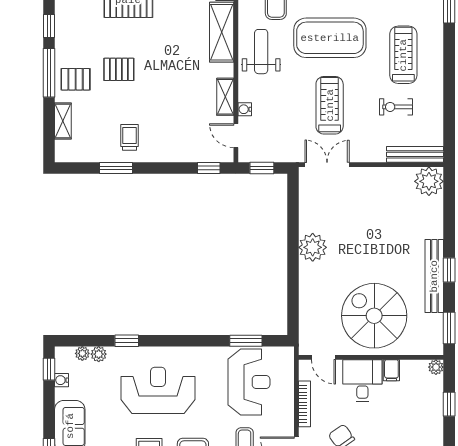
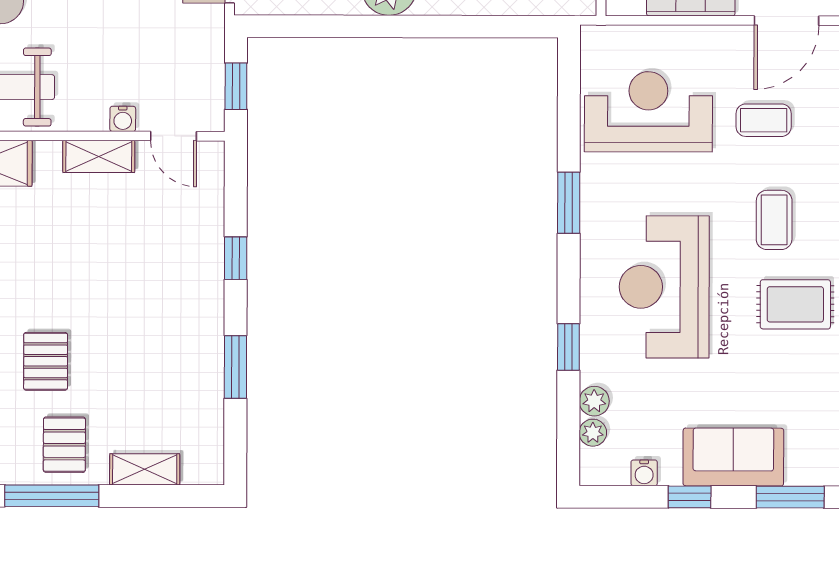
door: (236, 136) -> (174, 136), hinge flipped
trolley: (130, 137) -> (176, 341), removed
window: (209, 168) -> (236, 258), moved
window: (246, 341) -> (569, 203), moved
window: (49, 369) -> (690, 497), moved

